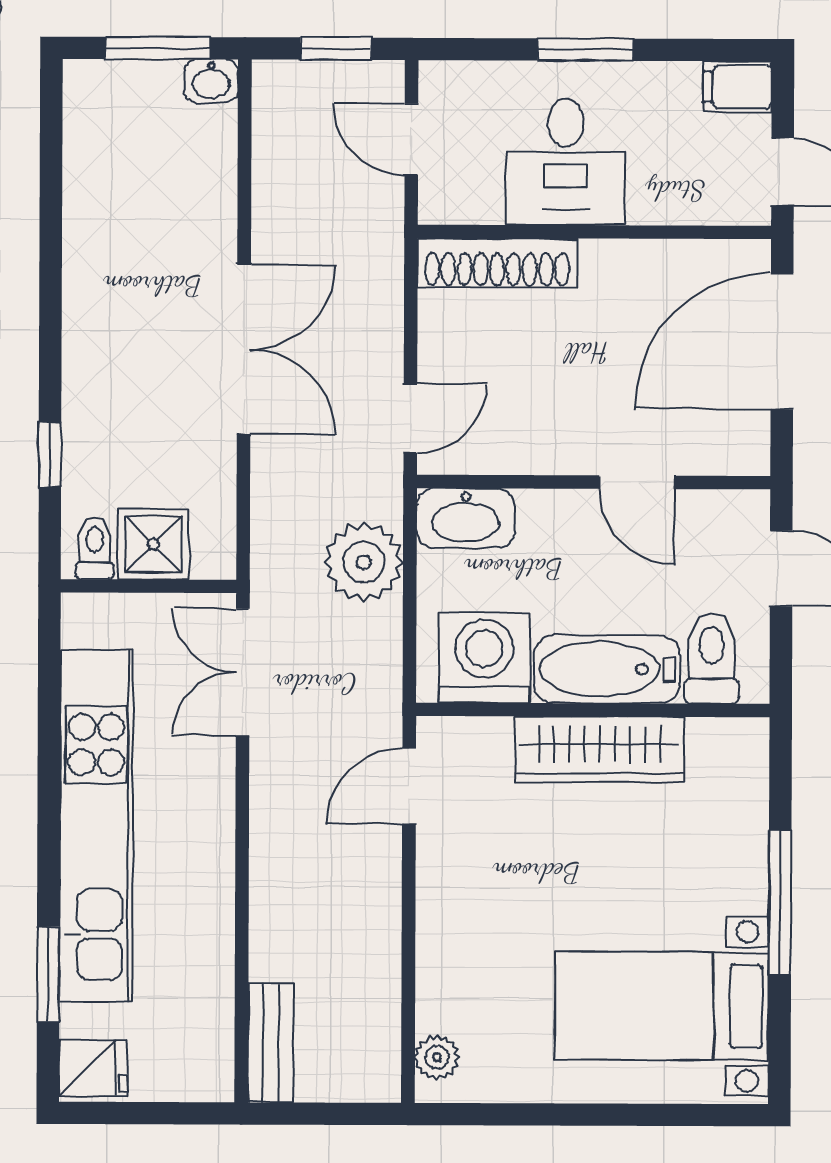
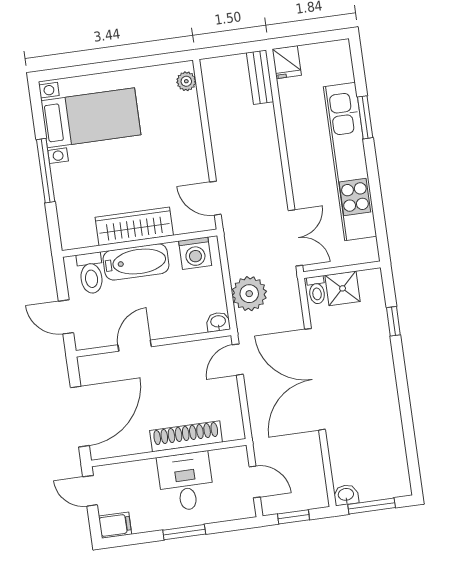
shoe rack: (497, 263) -> (186, 436), moved
double door: (244, 349) -> (315, 379), width x1.36
door: (637, 482) -> (135, 346), hinge flipped
washbasin: (466, 518) -> (218, 322), width x0.52, depth x0.69
toilet: (95, 548) -> (317, 290), moved
washing machine: (484, 658) -> (195, 253), width x0.73, depth x0.73
door: (409, 786) -> (215, 198), swing flipped
window: (48, 974) -> (365, 117), moved
fridge: (93, 1068) -> (287, 62), moved, turned -90

